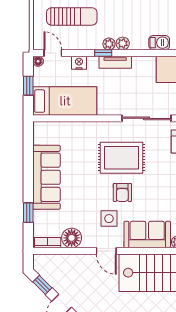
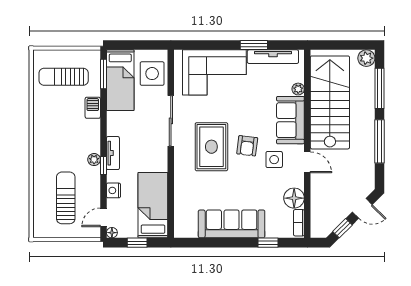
plant: (123, 43) -> (94, 145), removed
armchair: (122, 192) -> (247, 146), turned 97
door: (106, 251) -> (307, 162), hinge flipped

